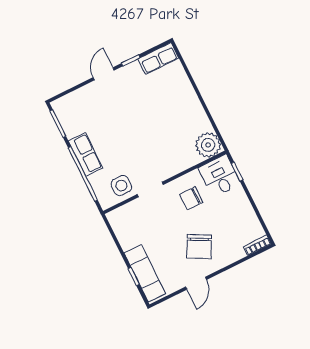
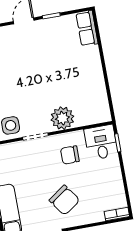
row of seats: (158, 58) -> (87, 28), moved, turned 90
plant: (208, 145) -> (62, 118), moved
chair: (199, 247) -> (64, 200), turned -63

